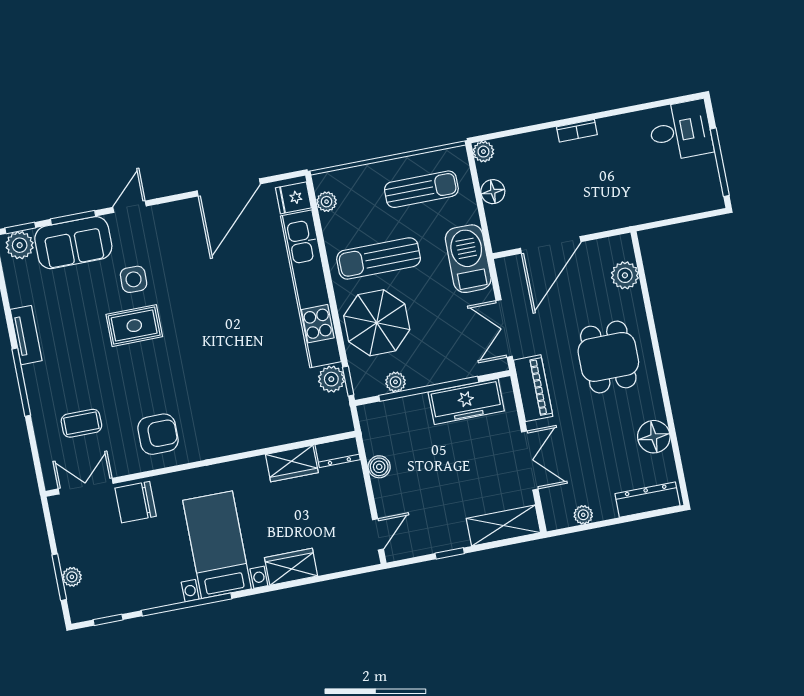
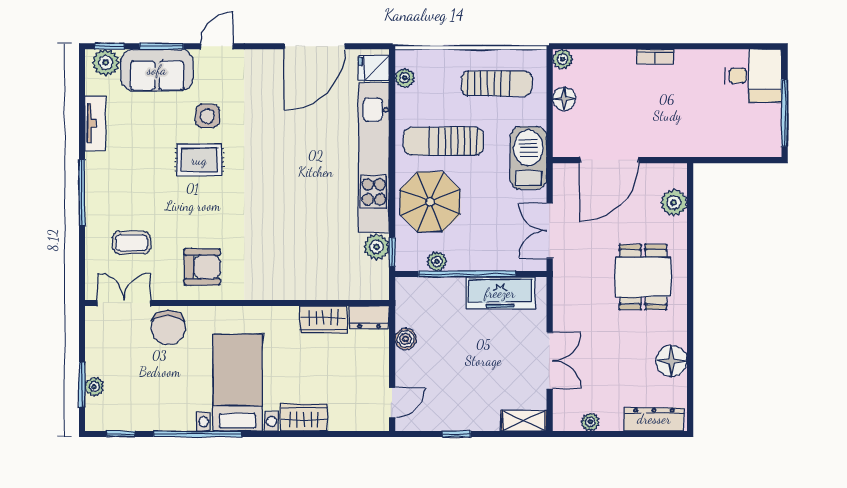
tv unit: (26, 335) -> (95, 123), moved
piano: (533, 388) -> (566, 293), removed
chair: (136, 502) -> (168, 327), turned -90
shelving: (503, 526) -> (524, 421), width x0.67, depth x0.75

